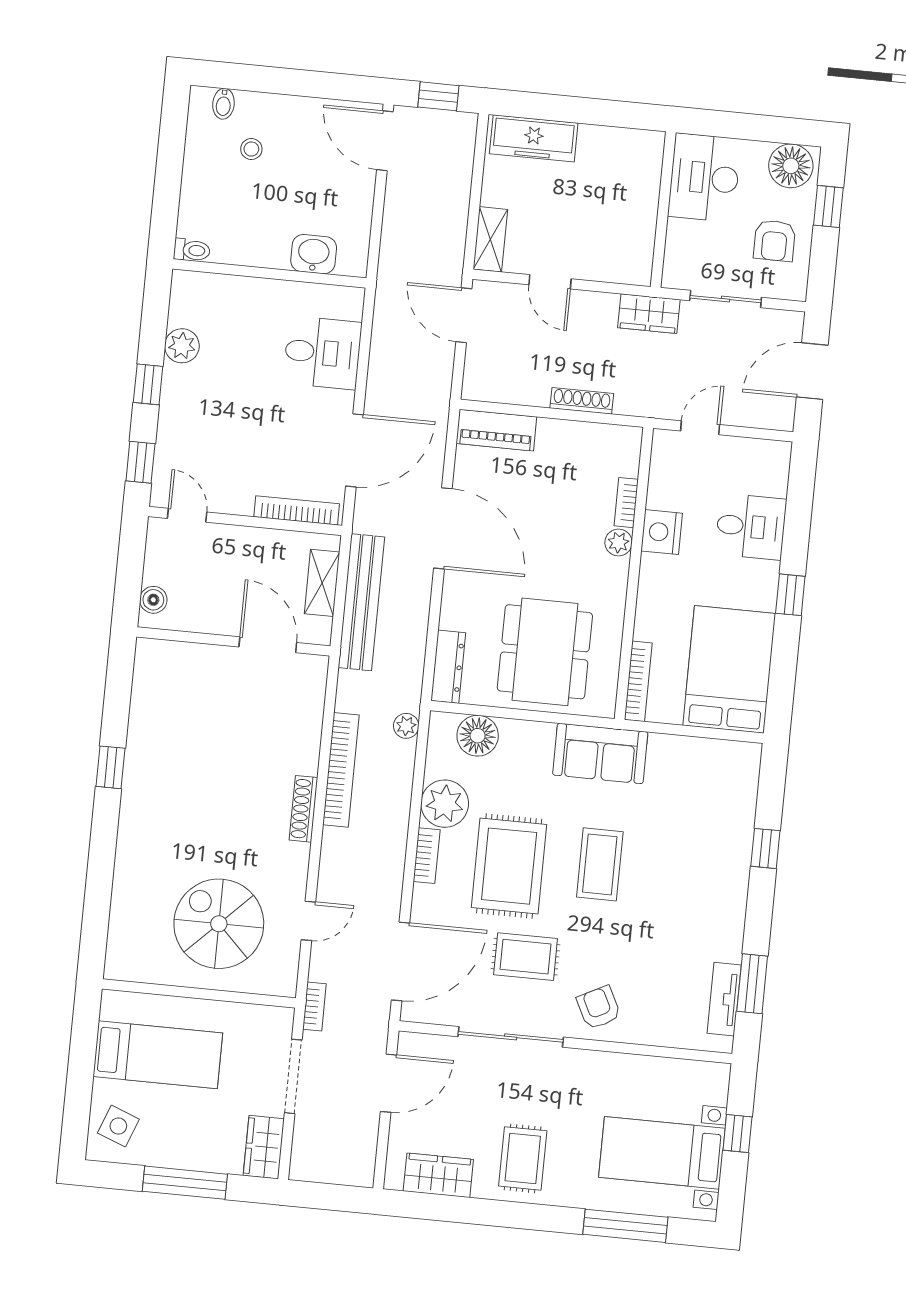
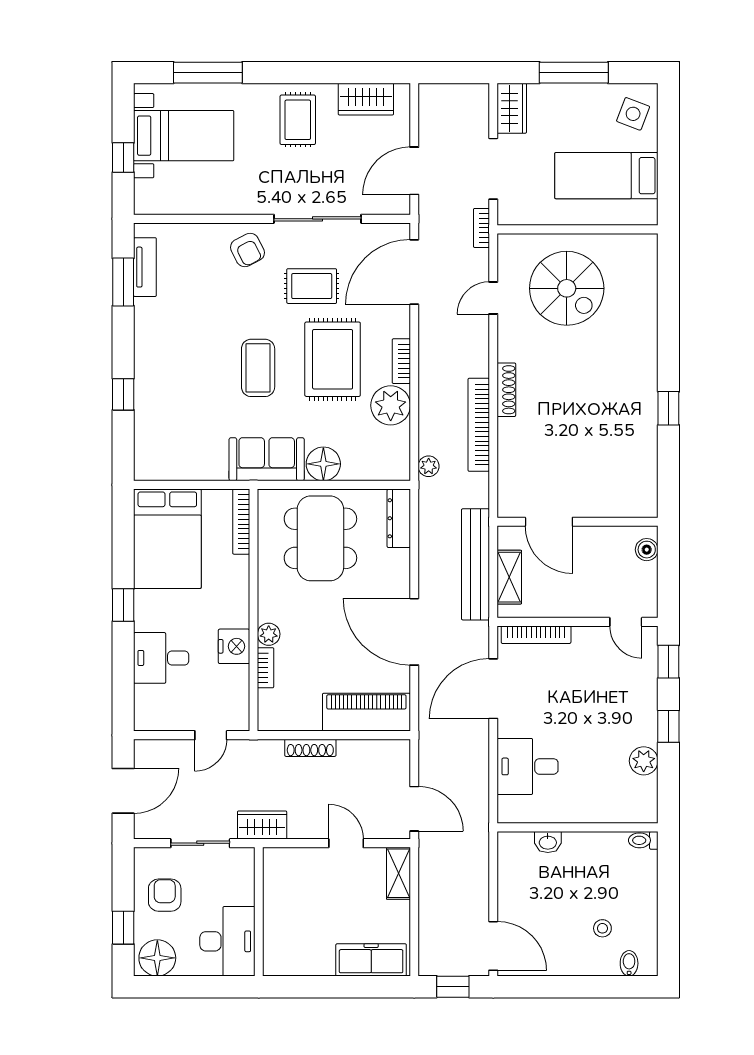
washbasin: (314, 254) -> (548, 842), width x0.72, depth x0.69
piano: (496, 430) -> (366, 712), width x1.37, depth x1.33
floor lamp: (478, 736) -> (323, 464), moved

